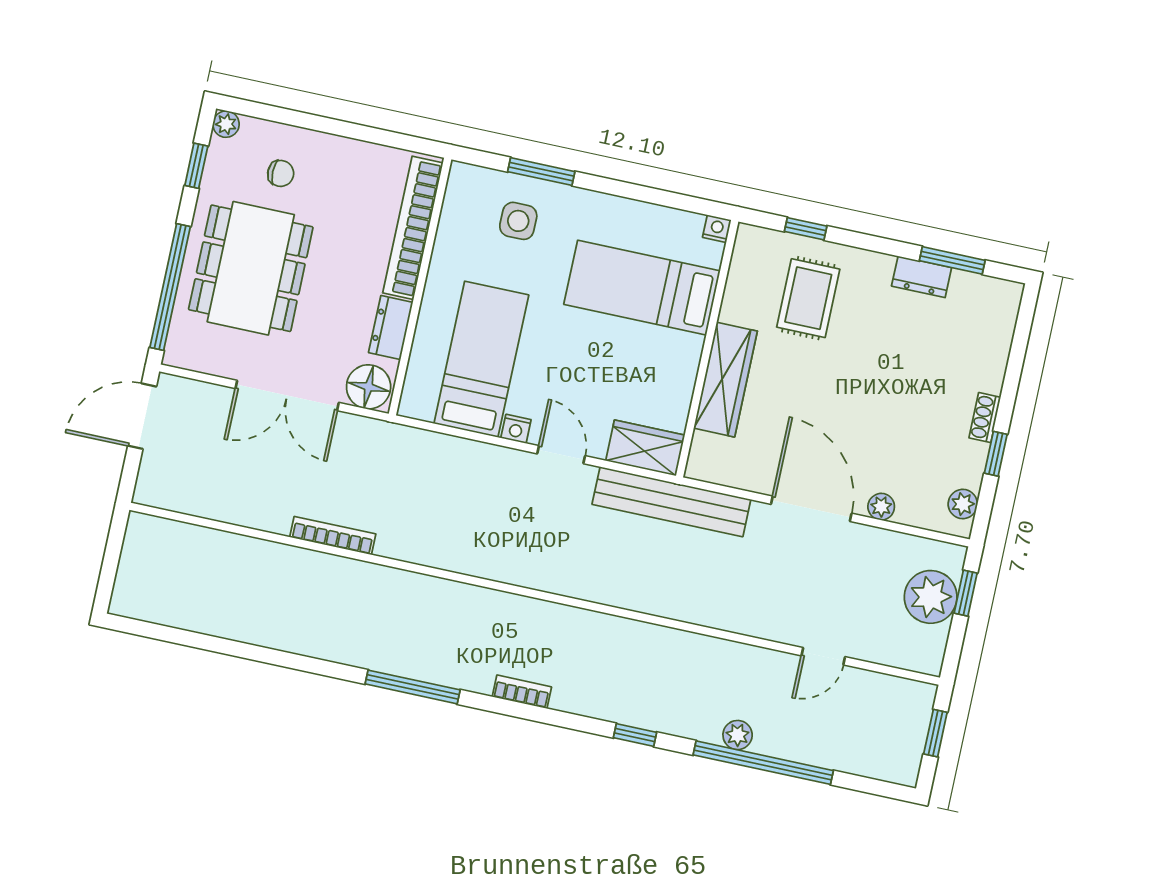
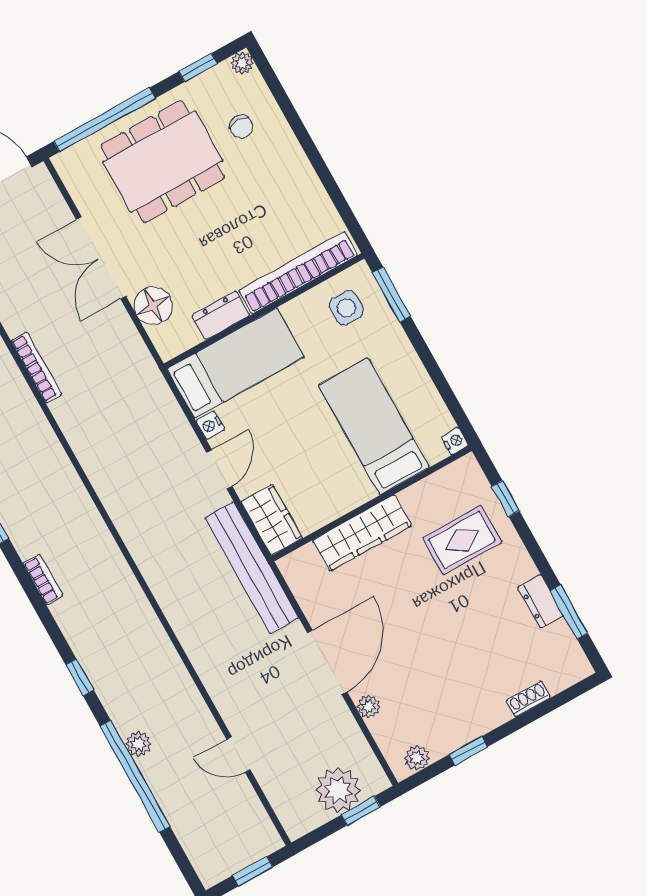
bookcase: (413, 228) -> (298, 273), moved
wall: (420, 287) -> (264, 311), moved
dresser: (391, 327) -> (221, 315), moved
shoe rack: (985, 418) -> (528, 699), moved

